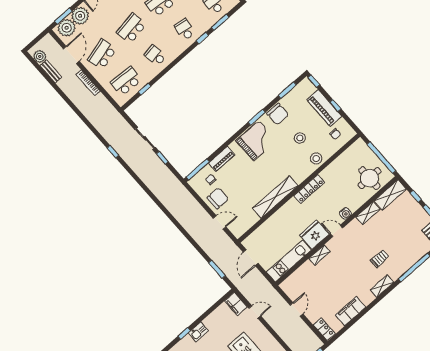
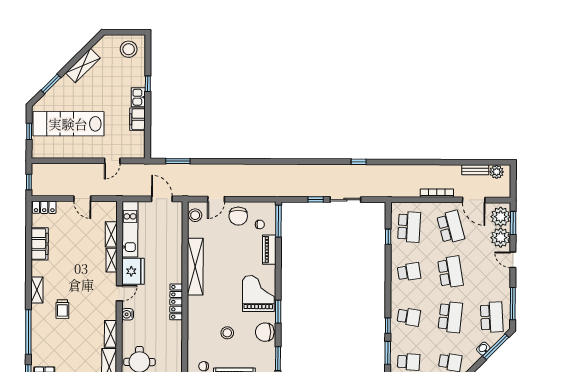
grand piano: (256, 141) -> (258, 294), turned 180
stool: (316, 159) -> (195, 215), moved
shelving: (303, 270) -> (111, 234), added
filing cabinet: (236, 304) -> (137, 119), moved, turned -90

